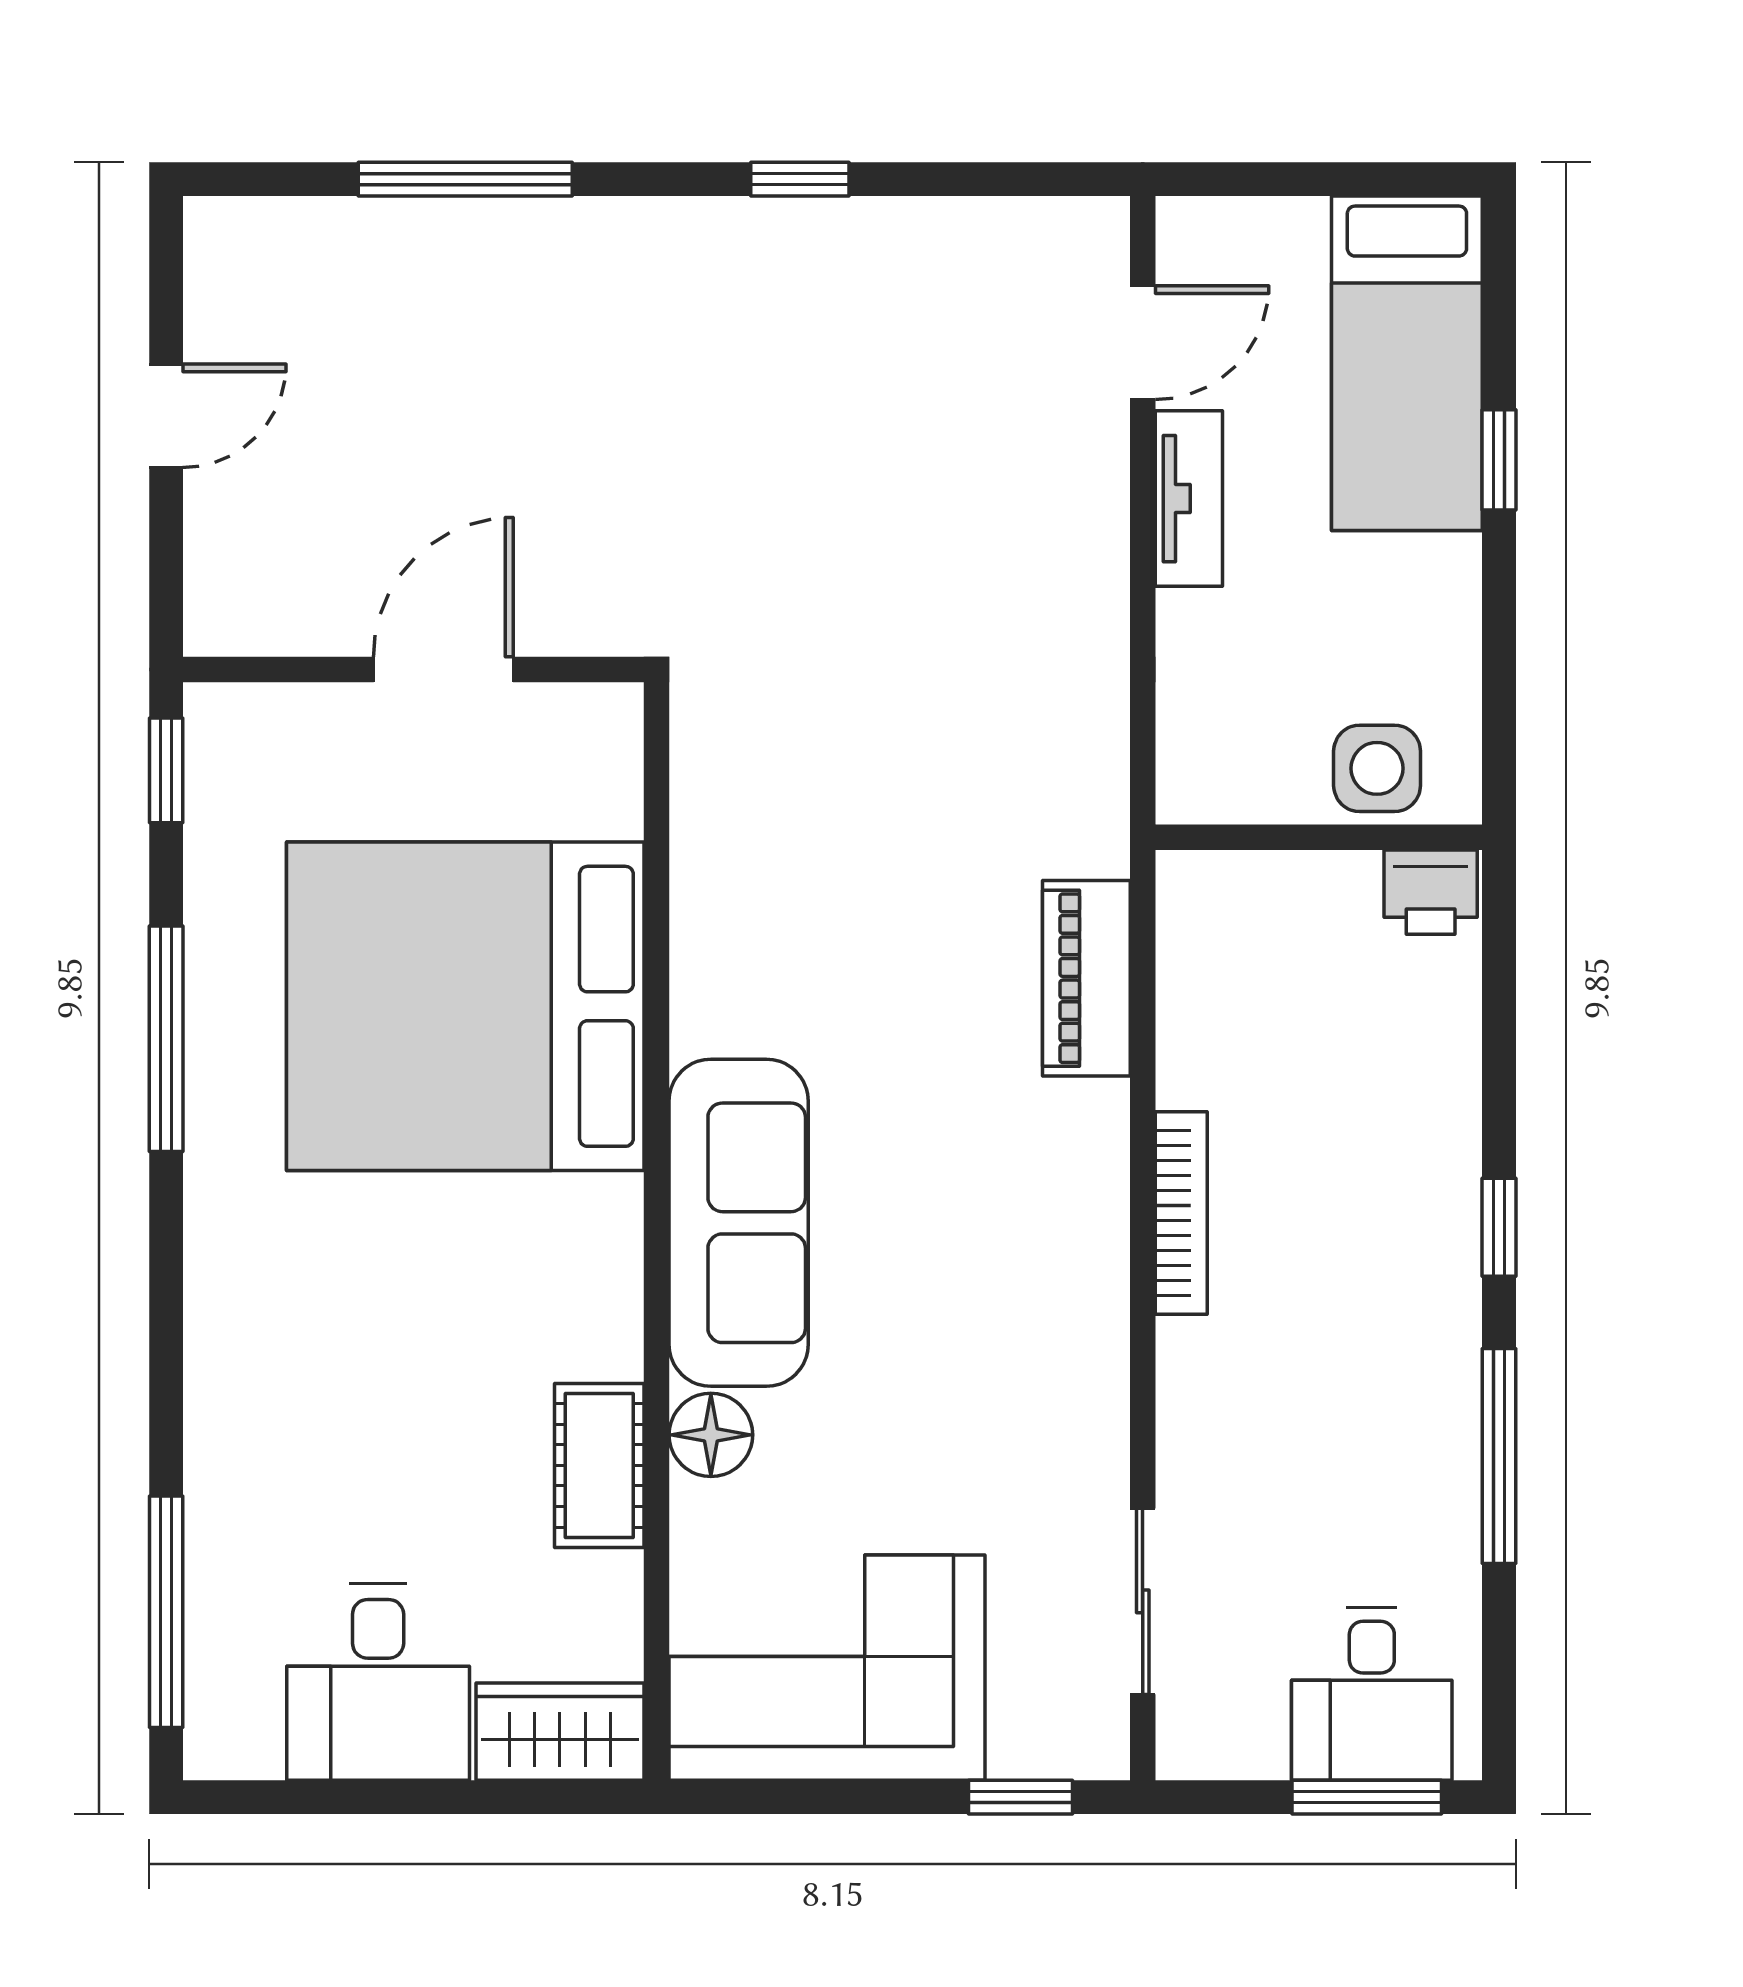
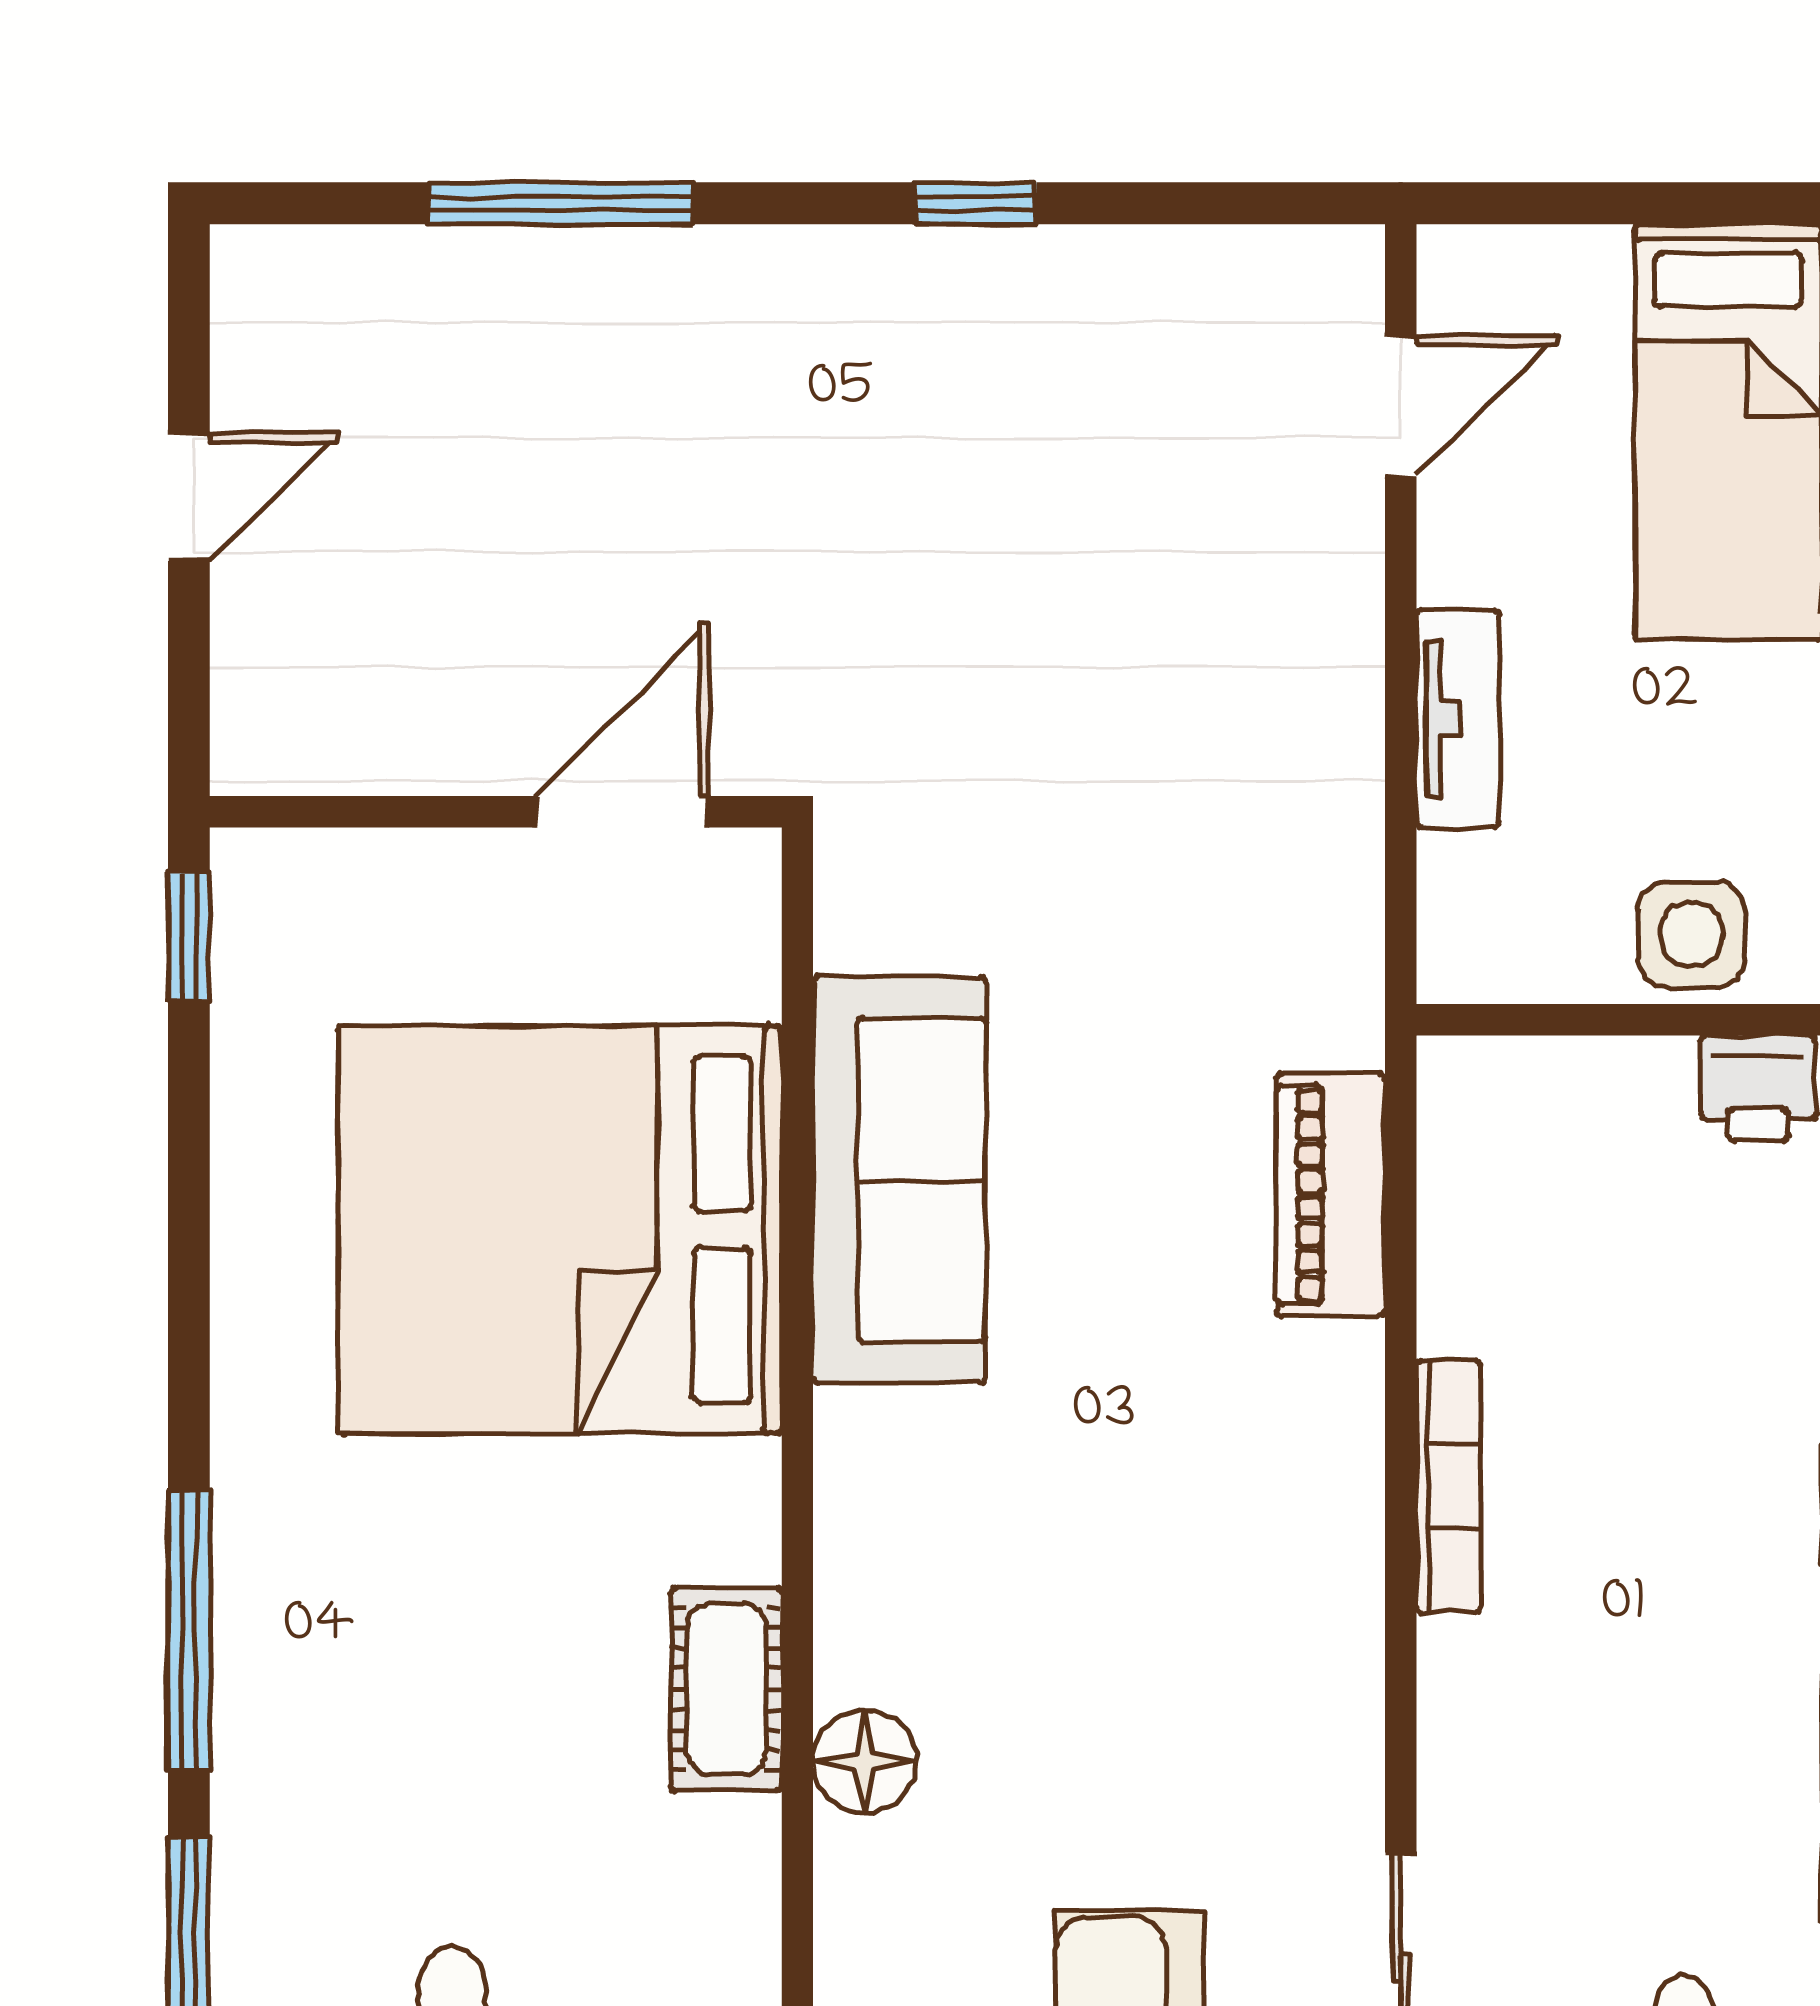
tv unit: (1189, 499) -> (1458, 719), moved
door: (443, 670) -> (622, 812), moved
window: (166, 1039) -> (189, 1630), moved
sofa: (739, 1223) -> (899, 1180), moved
cot: (599, 1465) -> (726, 1689), moved

